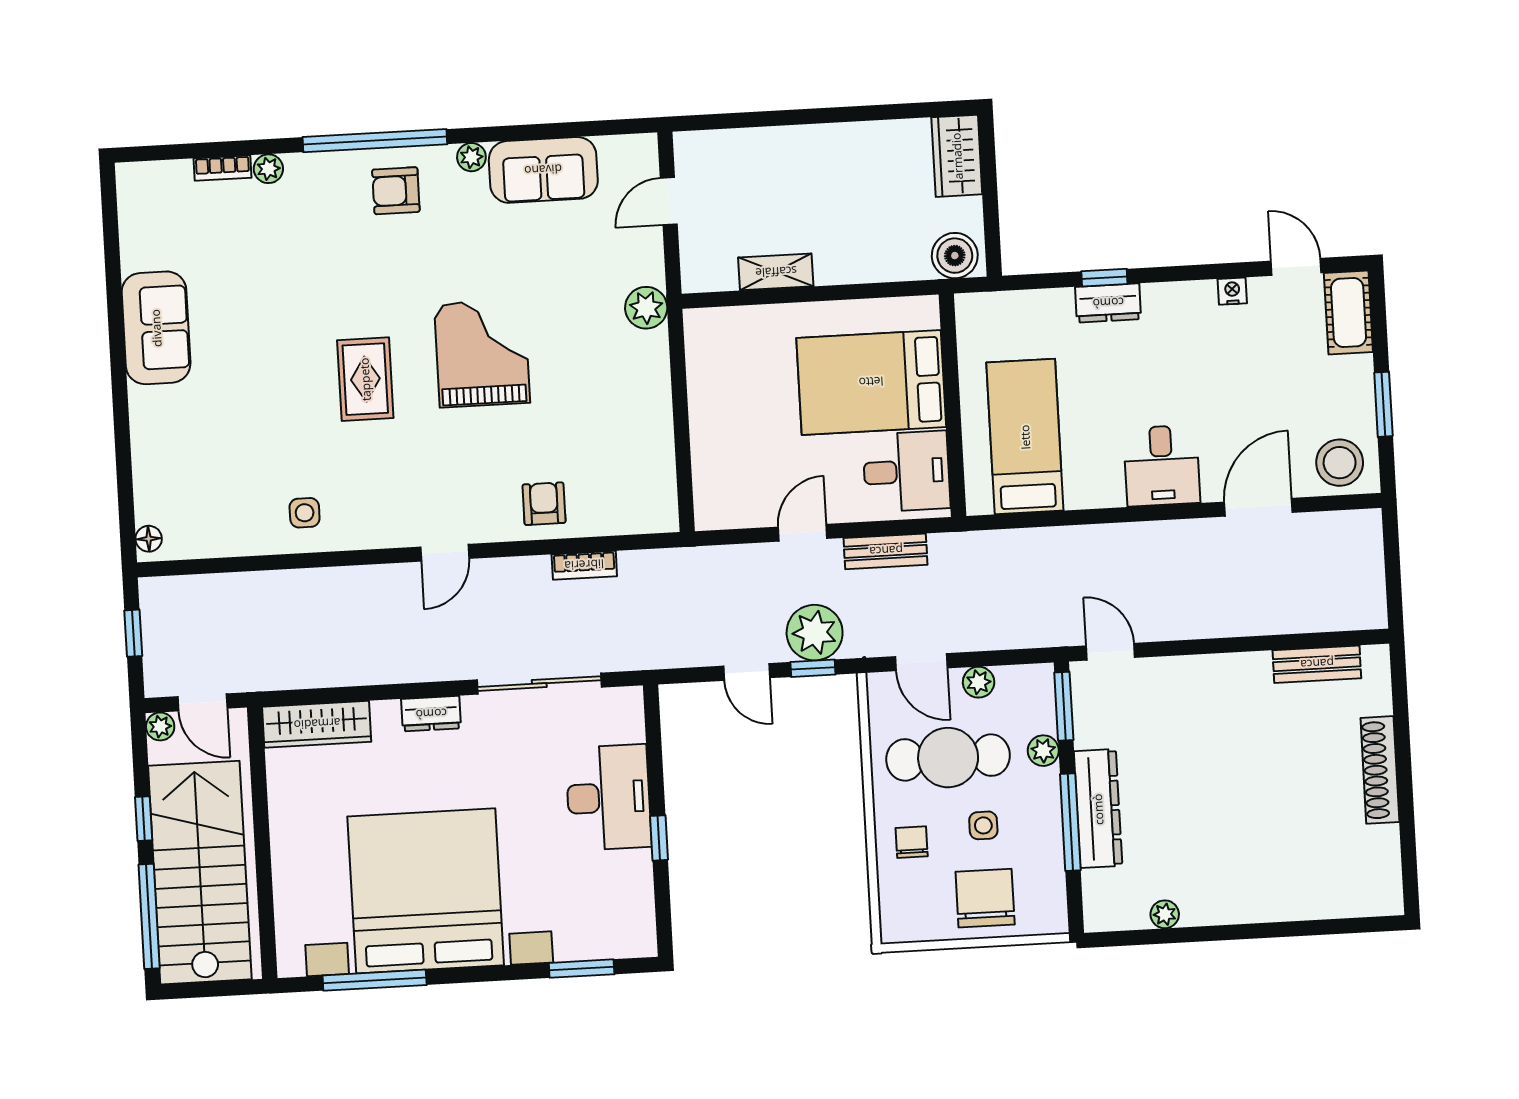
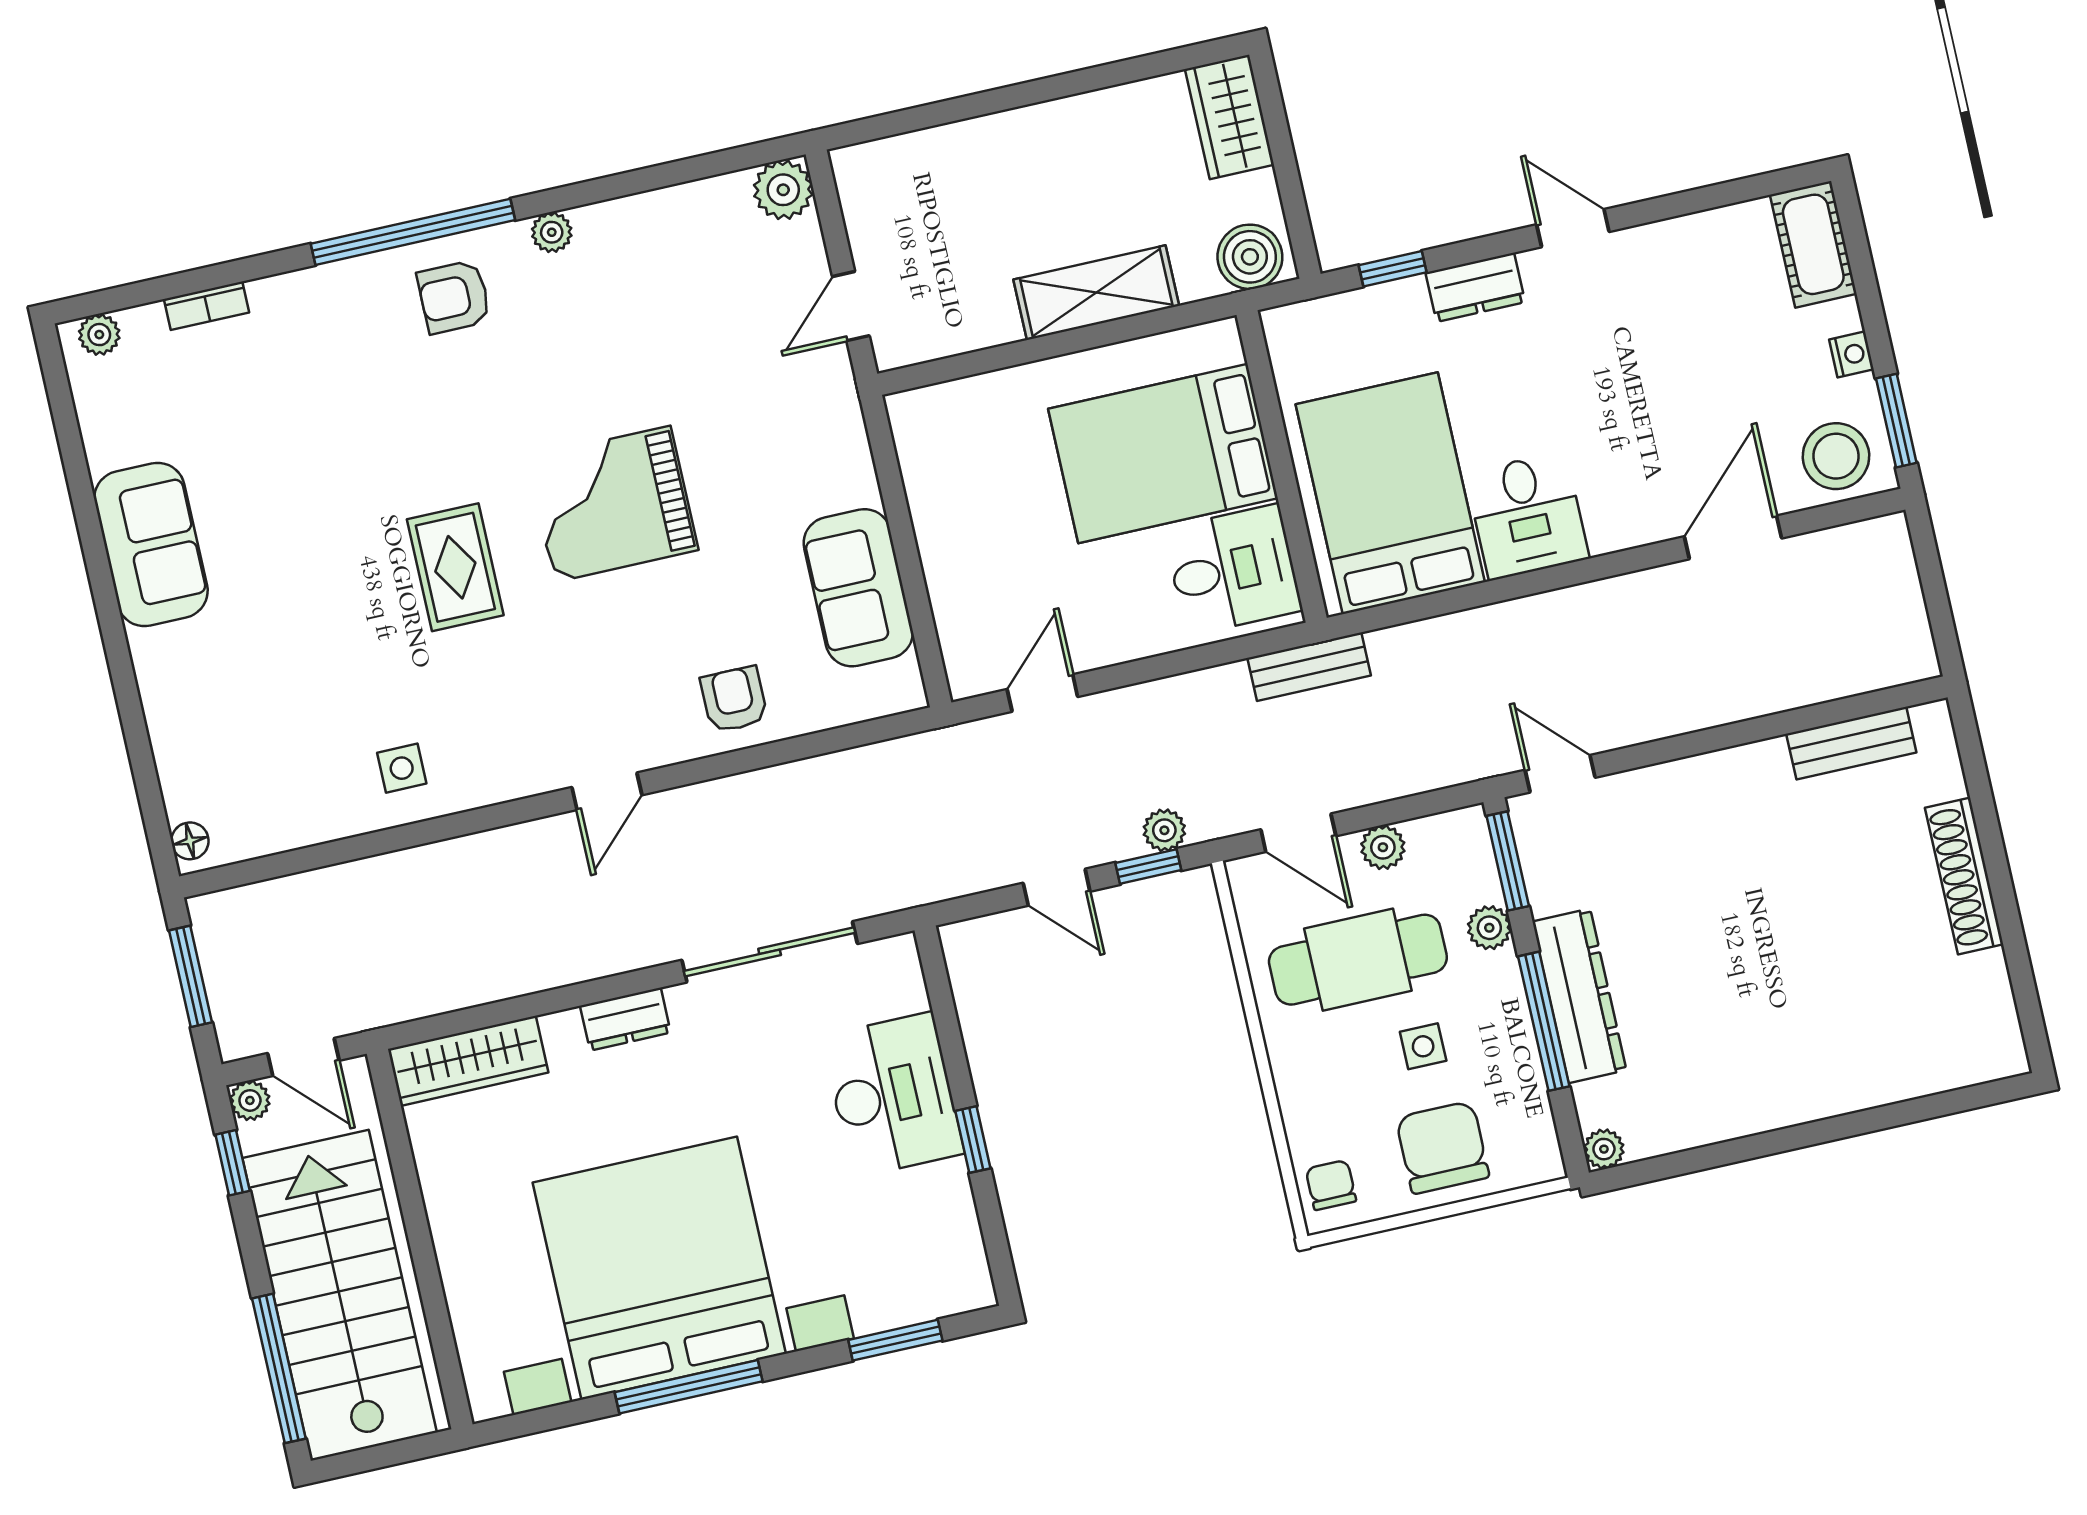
plant: (268, 169) -> (99, 335), moved
sofa: (543, 170) -> (858, 588), moved, turned 90
door: (669, 201) -> (851, 306), moved
door: (1296, 267) -> (1573, 228), moved
shelving: (776, 272) -> (1096, 293), moved, width x1.50, depth x1.33
window: (1104, 278) -> (1393, 269), moved
nightstand: (1232, 291) -> (1851, 354), moved, turned 90
plant: (646, 308) -> (783, 190), moved
grand piano: (482, 353) -> (612, 504), turned -90
window: (1383, 404) -> (1896, 421), moved
bed: (1025, 437) -> (1390, 493), width x1.50
desk: (1162, 466) -> (1527, 516), moved
door: (803, 533) -> (1042, 693), moved
bench: (886, 551) -> (1309, 667), moved
bookcase: (584, 565) -> (805, 776), removed
window: (133, 633) -> (191, 976), width x1.50
plant: (815, 633) -> (1164, 830), width x0.53, depth x0.53
window: (144, 819) -> (233, 1163), moved
chair: (912, 842) -> (1331, 1185), moved
plant: (1165, 914) -> (1604, 1149), moved
window: (375, 980) -> (689, 1387), moved

